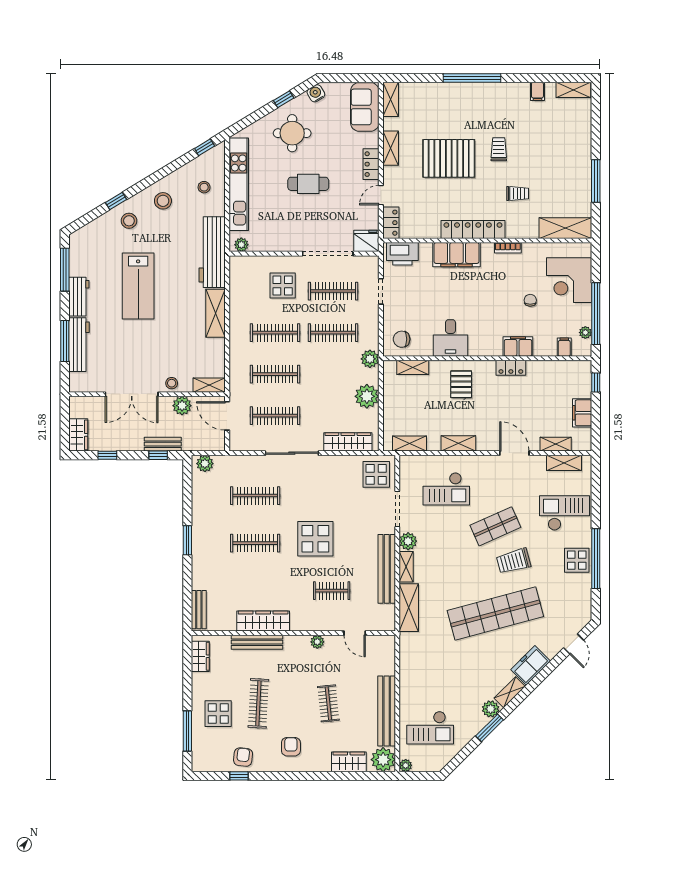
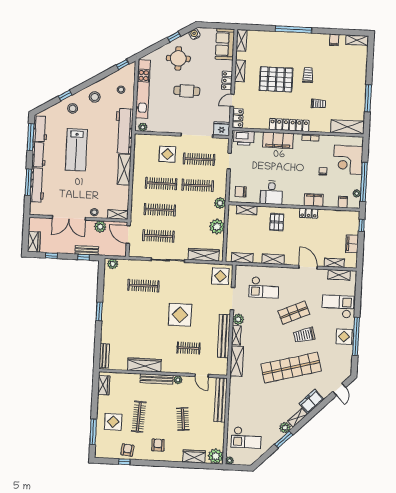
workbench: (79, 256) -> (40, 129), added
clothes rail: (255, 543) -> (142, 316), removed
bench: (257, 642) -> (157, 379), moved
bench: (387, 711) -> (221, 400), moved

